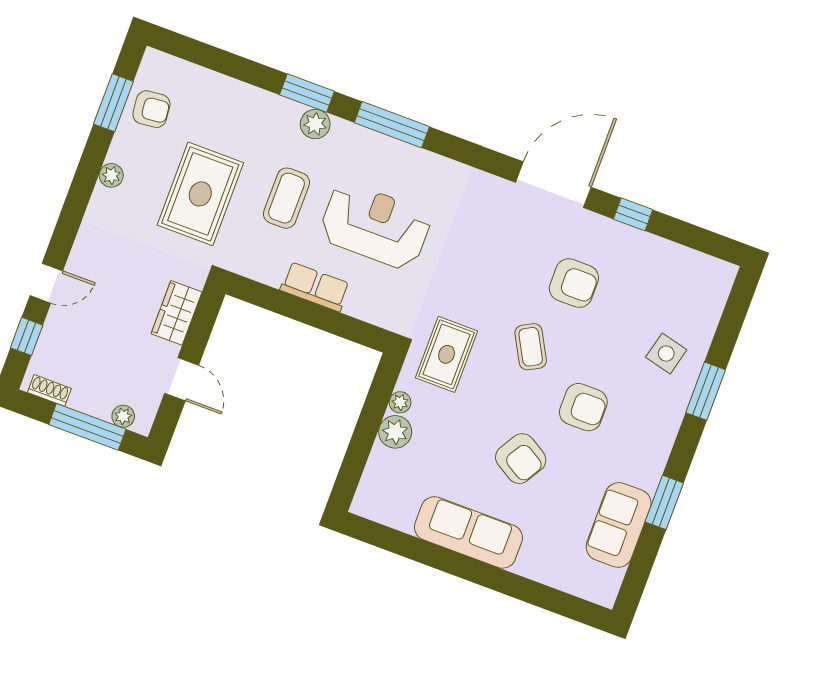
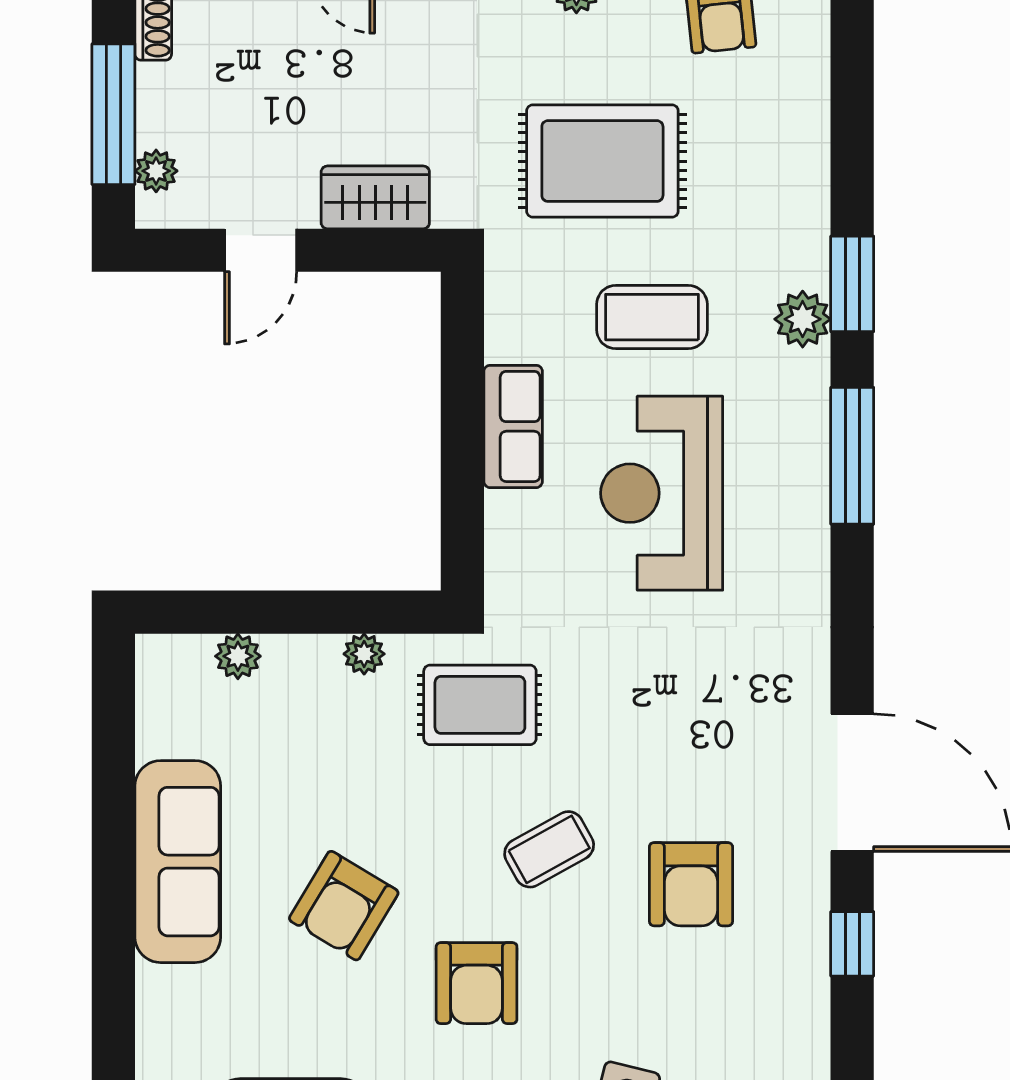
reception desk: (375, 226) -> (662, 493), turned 180
plant: (395, 432) -> (238, 656), moved, width x0.73, depth x0.73

